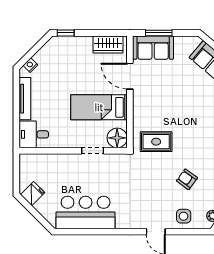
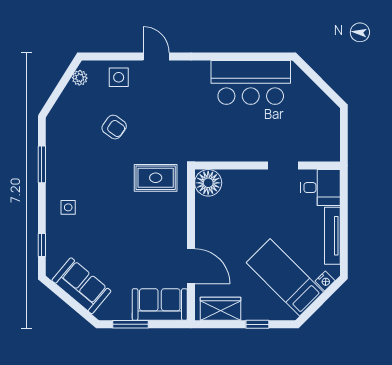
window: (66, 33) -> (257, 324), moved
window: (159, 33) -> (131, 324), moved
bed: (99, 107) -> (285, 277), moved, turned -135
doorway: (93, 151) -> (283, 166), moved
fridge: (33, 194) -> (322, 108), removed

